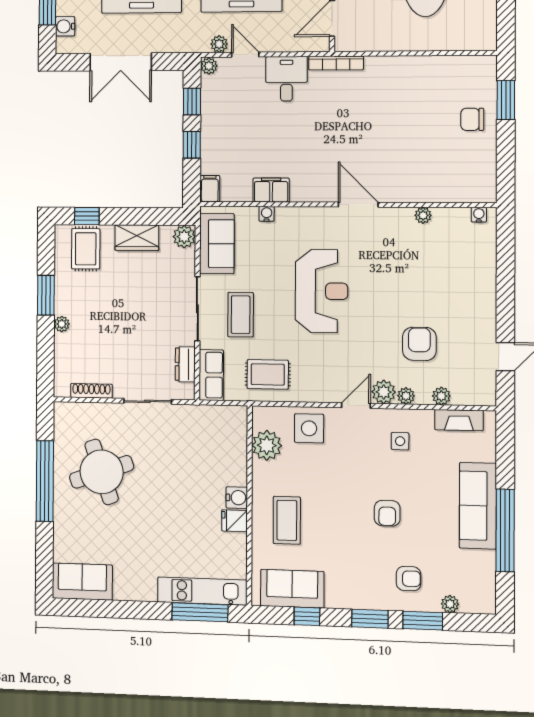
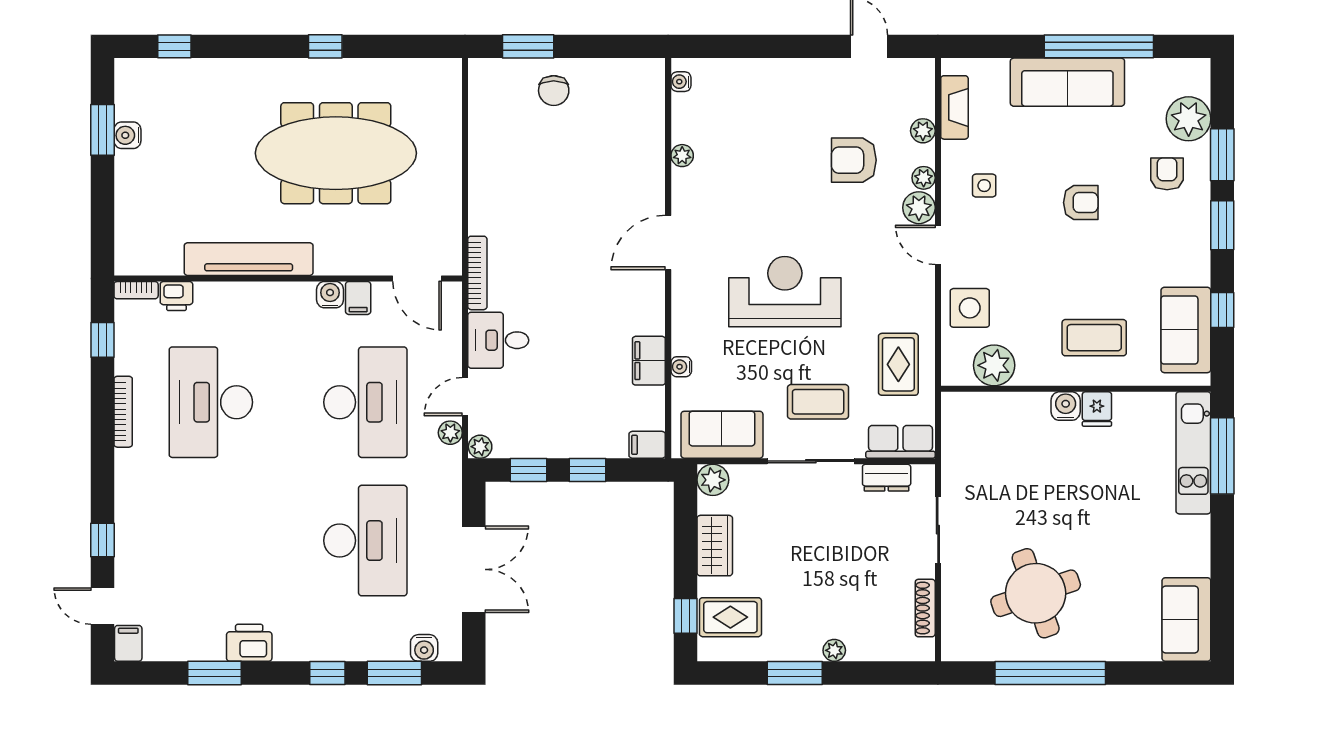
plant: (450, 604) -> (1189, 119), width x1.88, depth x1.88

